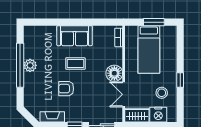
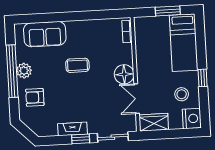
sofa: (75, 36) -> (45, 34), moved
bed: (149, 49) -> (184, 43), moved
armchair: (66, 89) -> (35, 97), moved
nightstand: (158, 115) -> (192, 119), moved, turned -90
fireplace: (52, 117) -> (72, 129), moved

